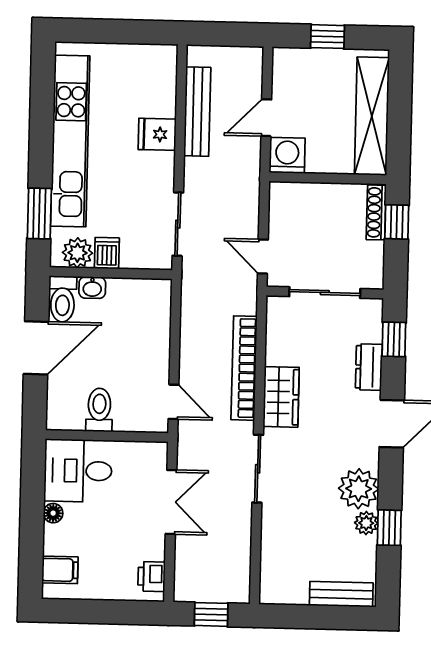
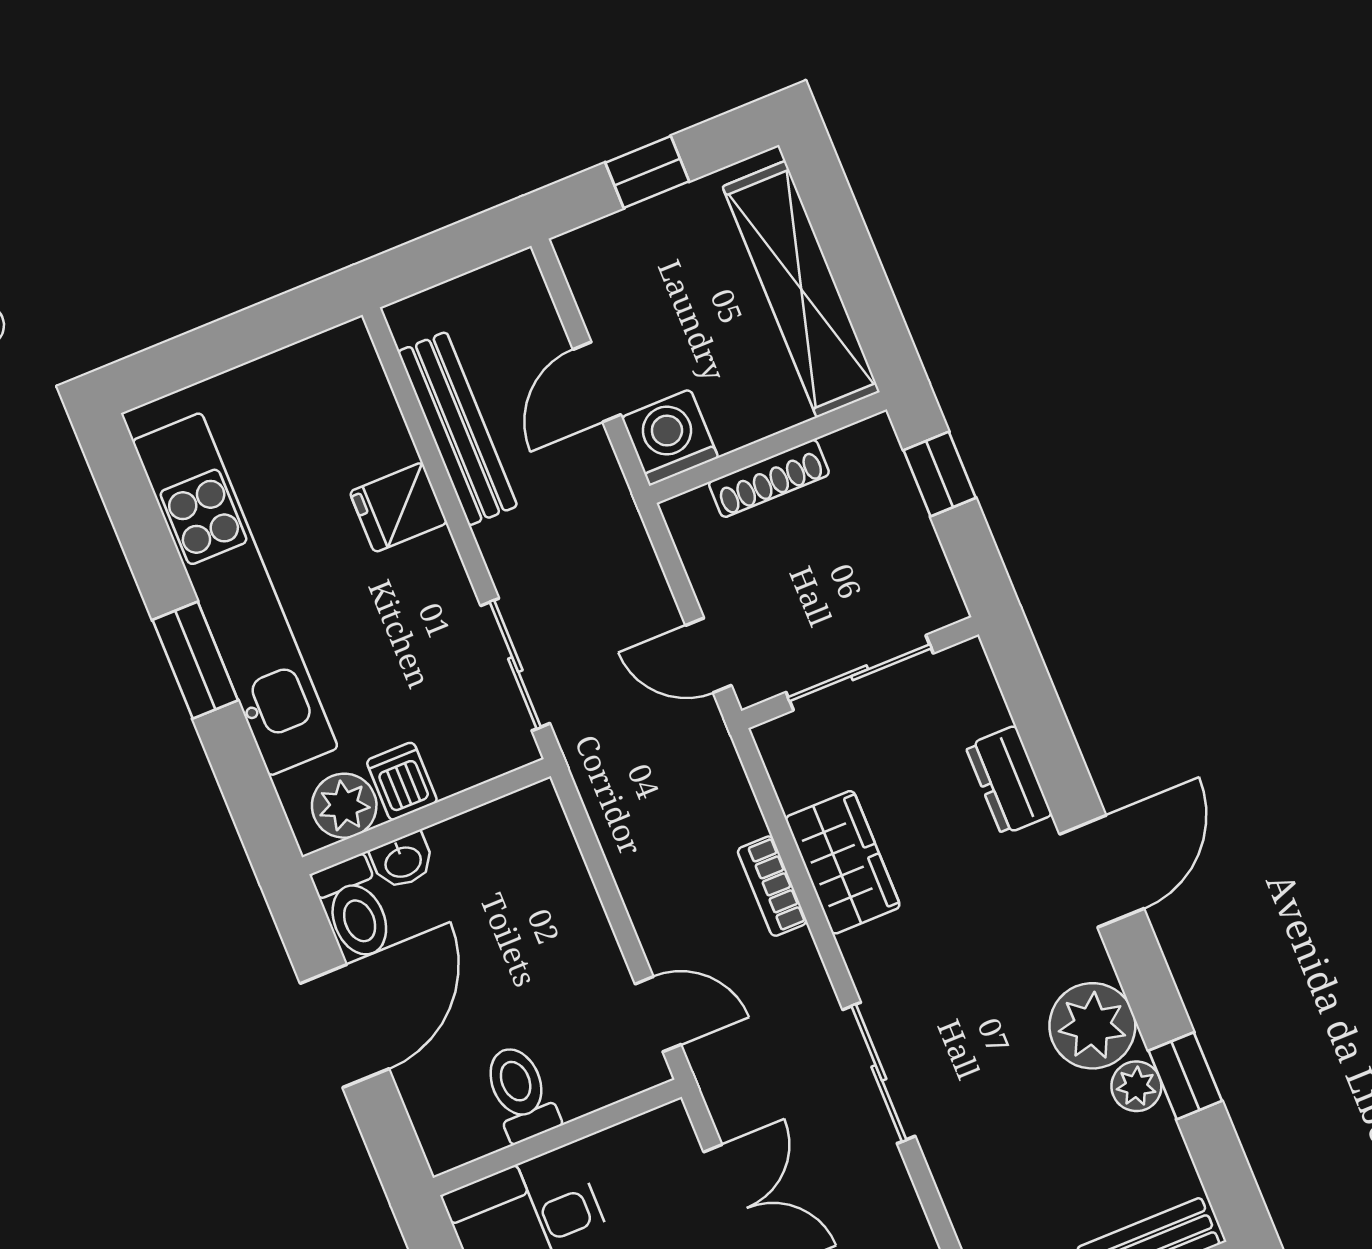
shoe rack: (376, 212) -> (769, 478), moved, turned -90
window: (39, 213) -> (195, 660), moved
window: (394, 339) -> (1034, 705), removed
bookcase: (244, 368) -> (772, 886), width x0.43, depth x0.76
wardrobe: (281, 397) -> (843, 862), moved

